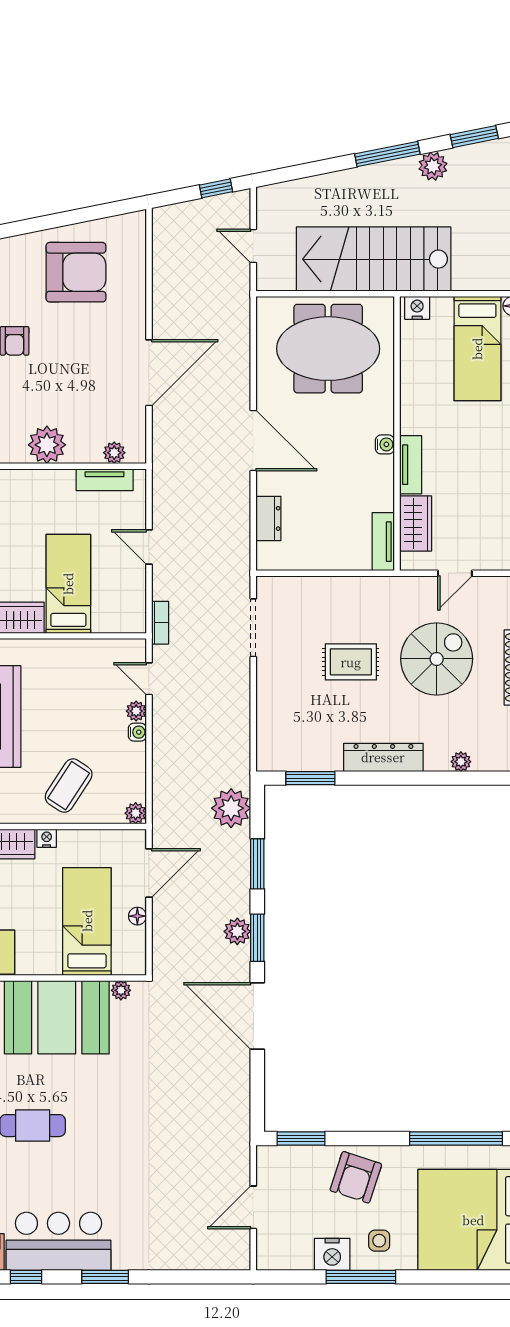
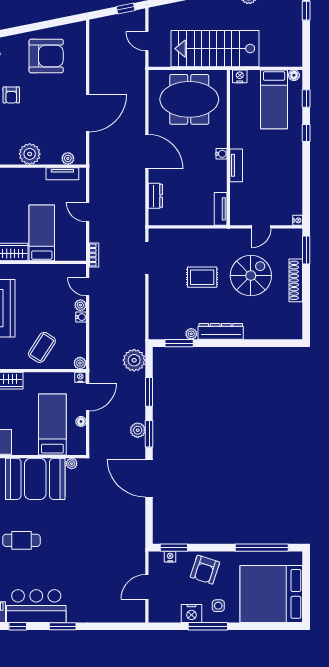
wardrobe: (416, 523) -> (239, 199), removed
plant: (461, 762) -> (191, 334), moved
nightstand: (47, 838) -> (80, 377), moved
nightstand: (294, 1154) -> (170, 557), added

